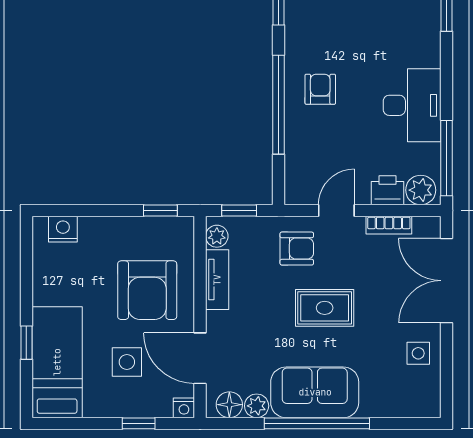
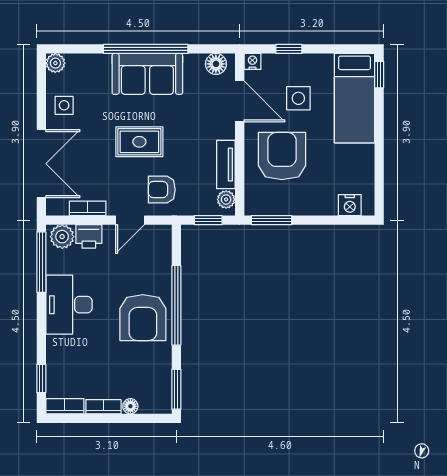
armchair: (320, 89) -> (143, 318), width x1.88, depth x1.88
window: (160, 210) -> (272, 220), width x1.50
window: (26, 343) -> (379, 75), moved
plant: (257, 406) -> (55, 63), moved

